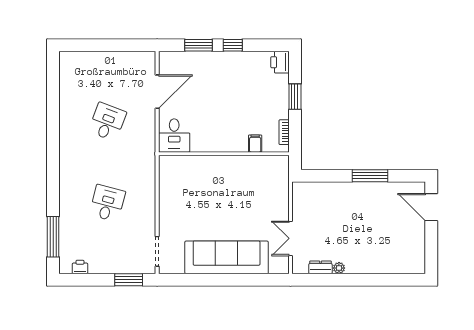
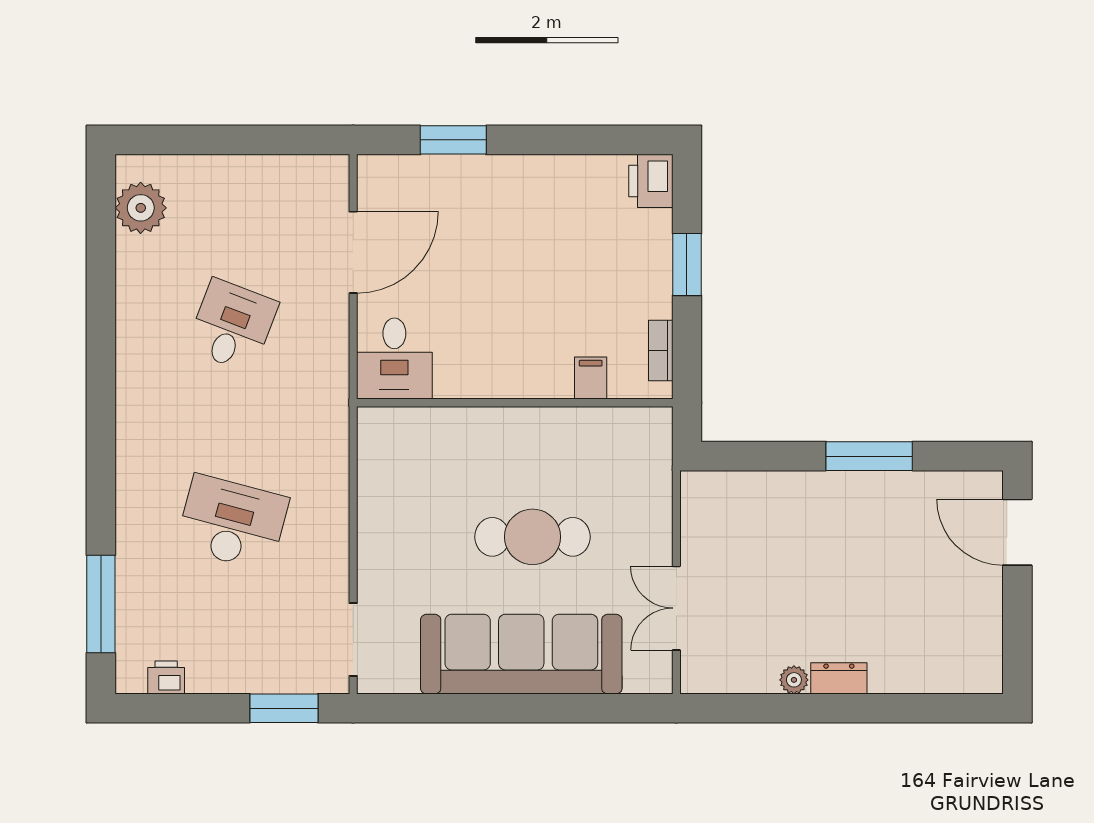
window: (233, 45) -> (536, 140), removed
plant: (70, 73) -> (141, 208), added
desk: (107, 203) -> (232, 523), width x1.37
cafe table: (231, 209) -> (532, 537), added
dresser: (320, 267) -> (839, 678), moved

